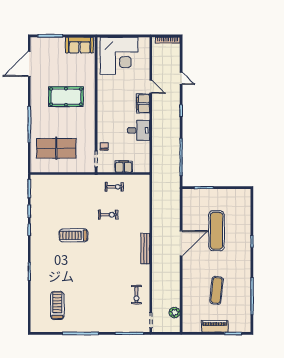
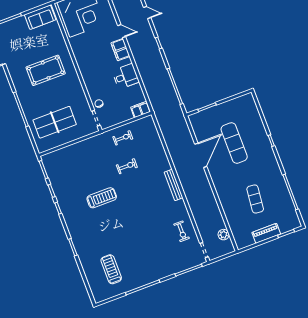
filing cabinet: (124, 167) -> (141, 109), moved
treadmill: (74, 235) -> (102, 198), turned 180
door: (181, 243) -> (201, 155), moved

